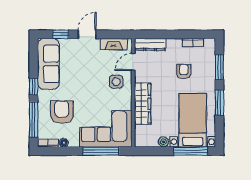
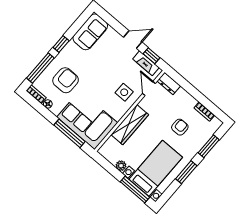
window: (61, 34) -> (152, 56), moved
dresser: (150, 44) -> (169, 83), width x0.70
door: (133, 62) -> (149, 88), hinge flipped
sofa: (48, 64) -> (90, 32), width x0.73

